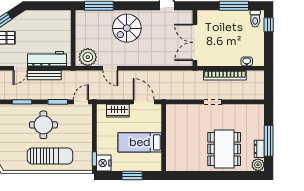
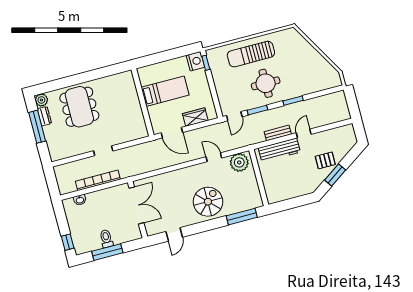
toilet: (255, 19) -> (106, 239), moved
bench: (44, 75) -> (278, 133), width x0.73
window: (132, 175) -> (164, 56), removed

